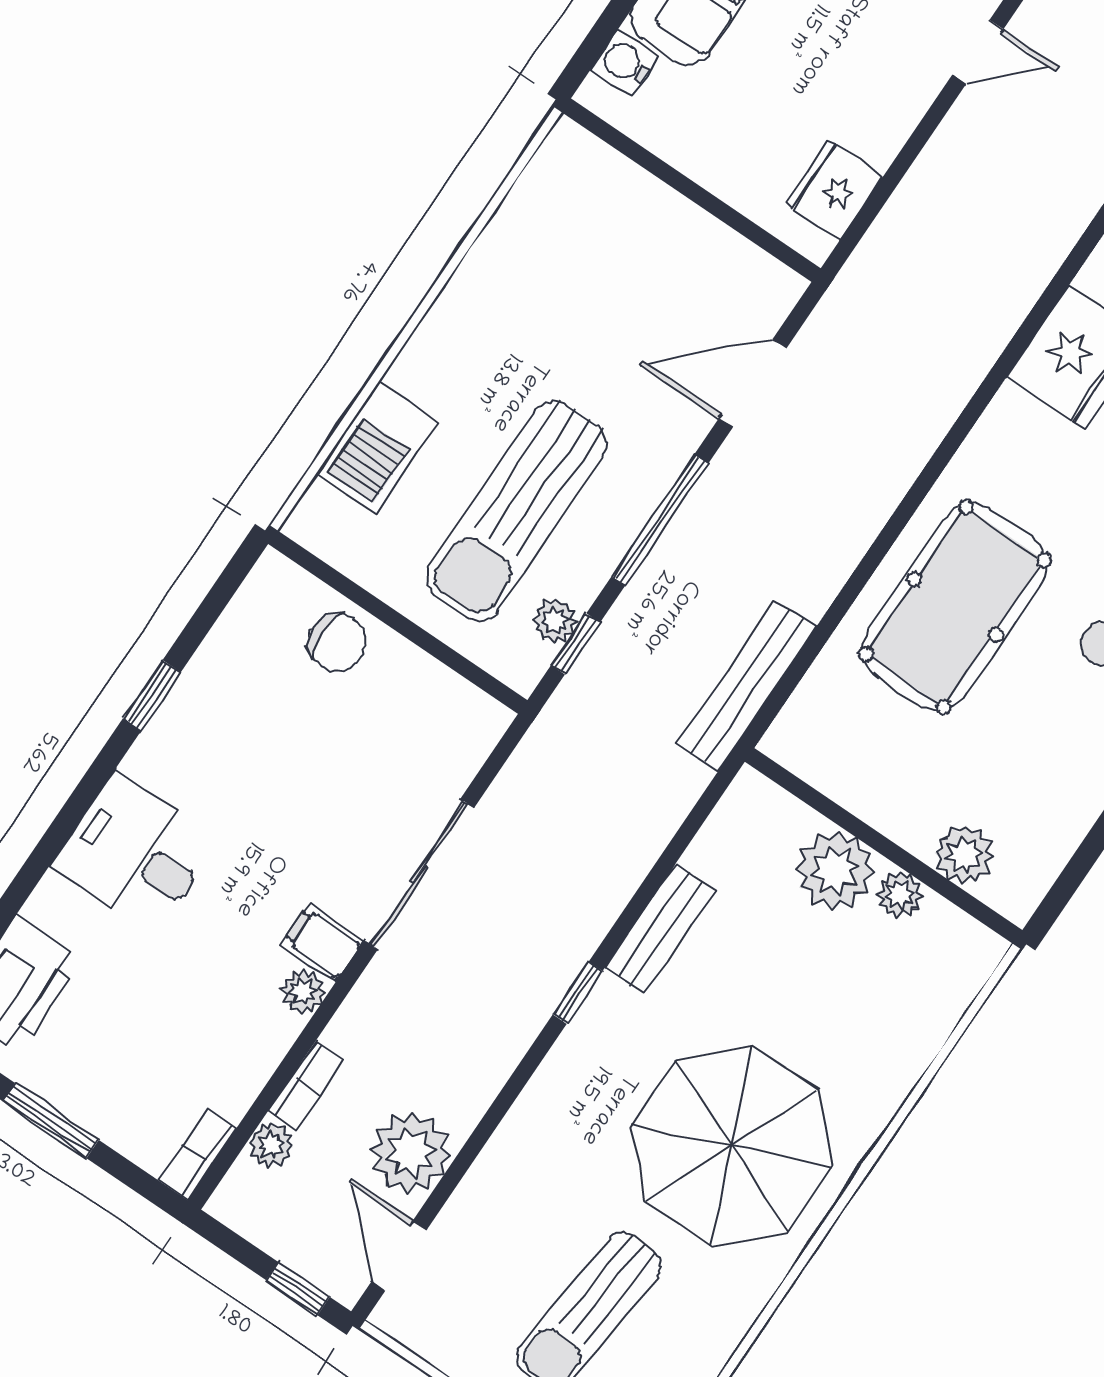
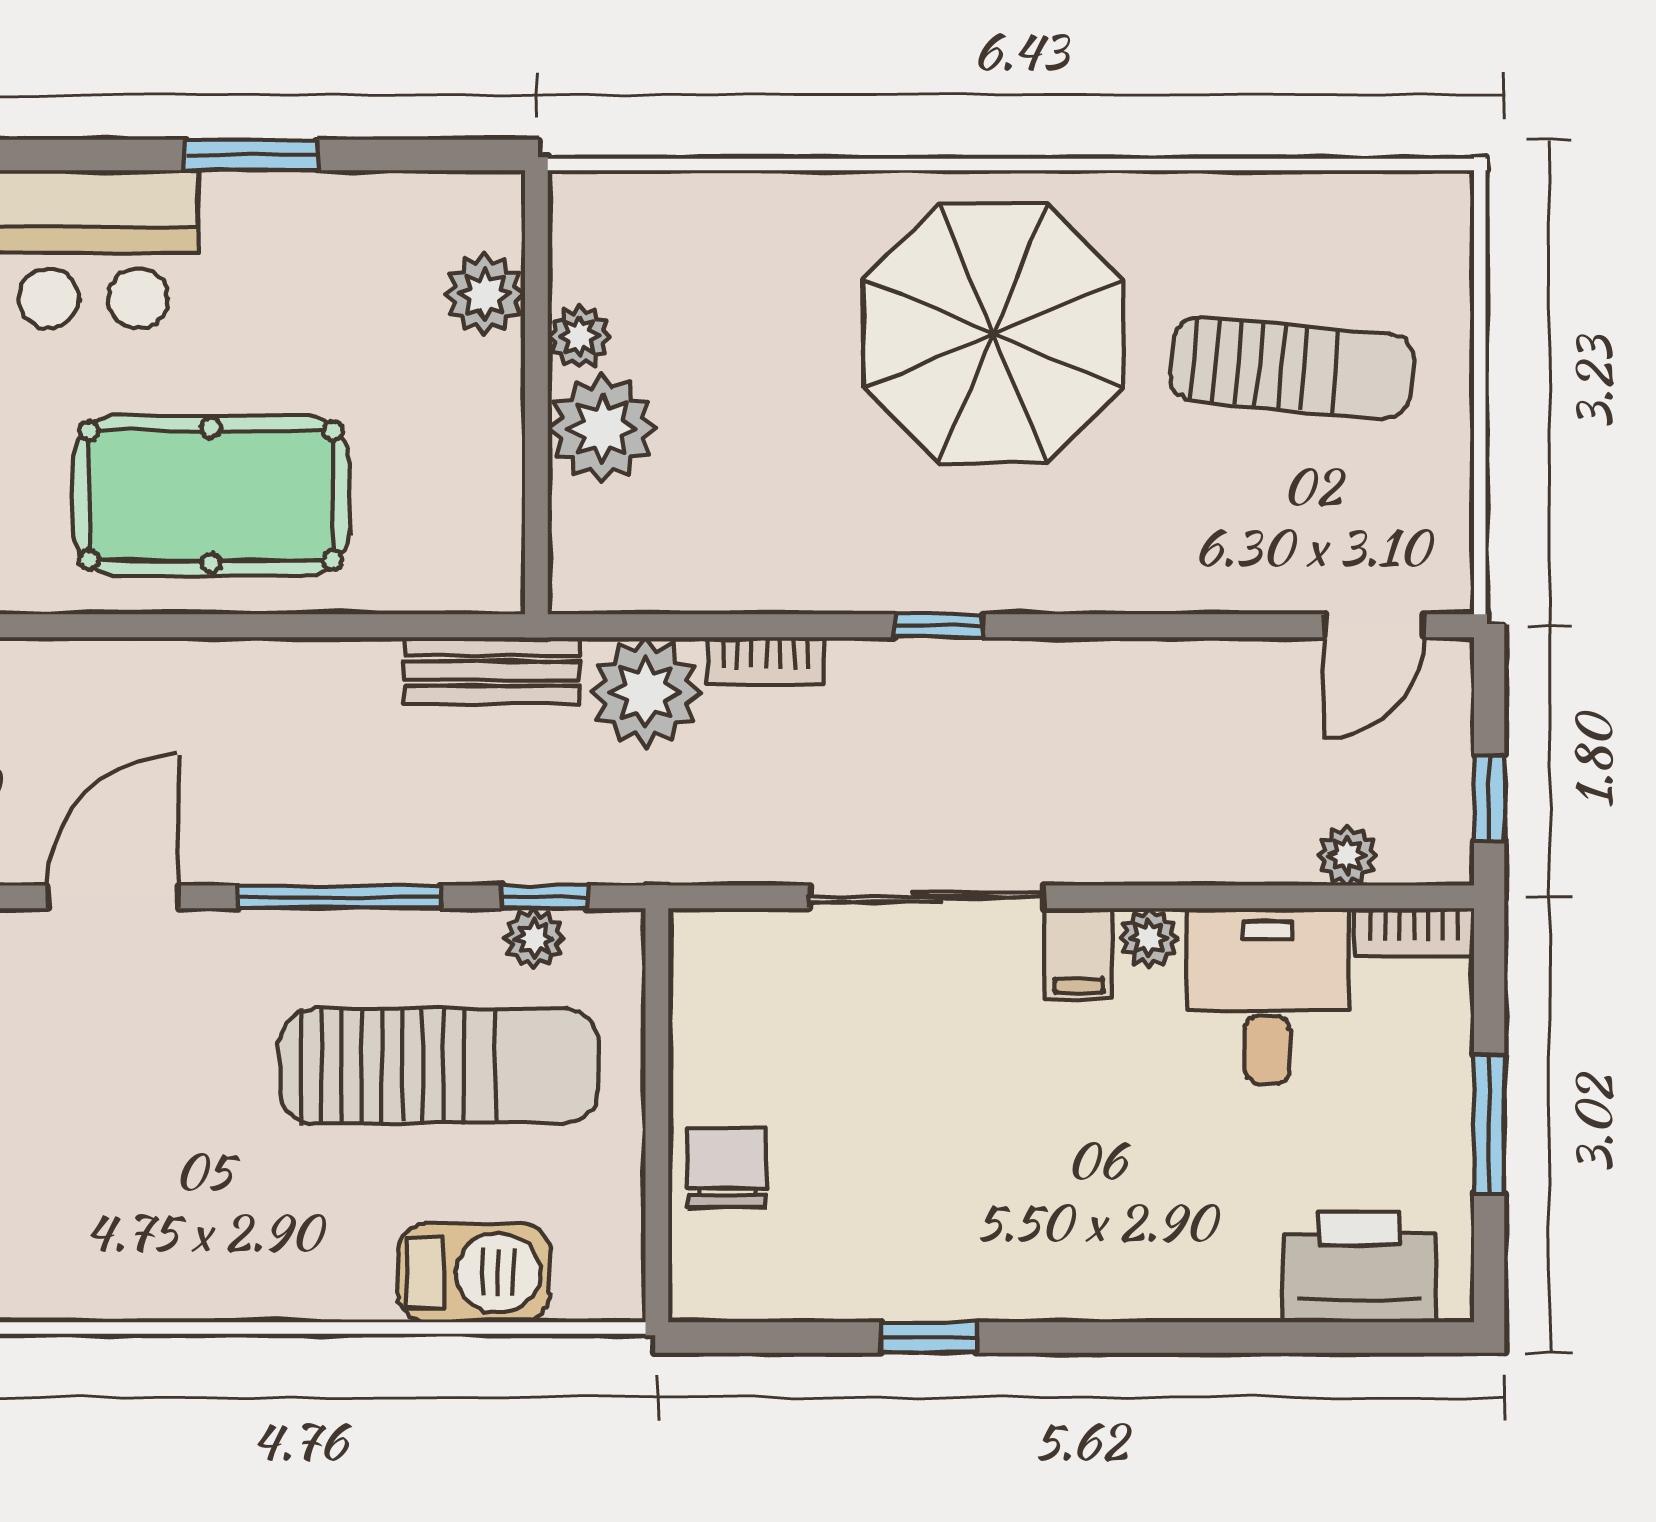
door: (753, 383) -> (113, 897), swing flipped
bench: (747, 686) -> (492, 671), width x0.73
desk: (135, 853) -> (1267, 996), moved, turned 180
bench: (660, 929) -> (803, 582), removed
bookcase: (306, 1085) -> (766, 661), moved, turned 180
plant: (410, 1153) -> (646, 692), moved
window: (298, 1289) -> (1489, 798), moved

